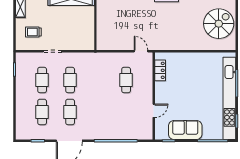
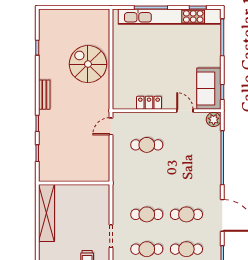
spiral stairs: (219, 24) -> (88, 64), moved
locker: (160, 70) -> (149, 103), moved
sofa: (185, 130) -> (209, 89), moved
plant: (147, 134) -> (214, 120), added

